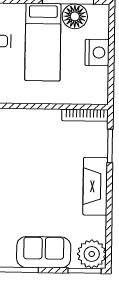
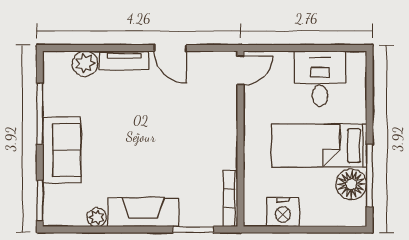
nightstand: (97, 53) -> (283, 212), moved
plant: (92, 254) -> (97, 217), moved, width x0.53, depth x0.53

